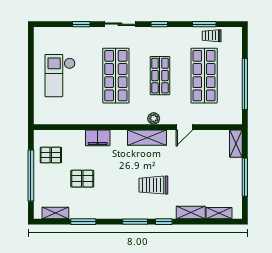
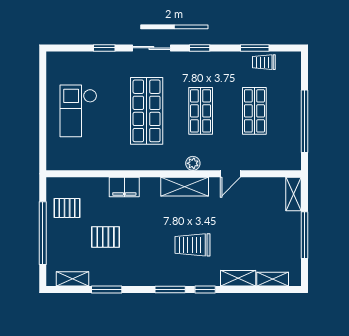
shop shelf: (204, 76) -> (254, 111), width x0.70, depth x0.74

